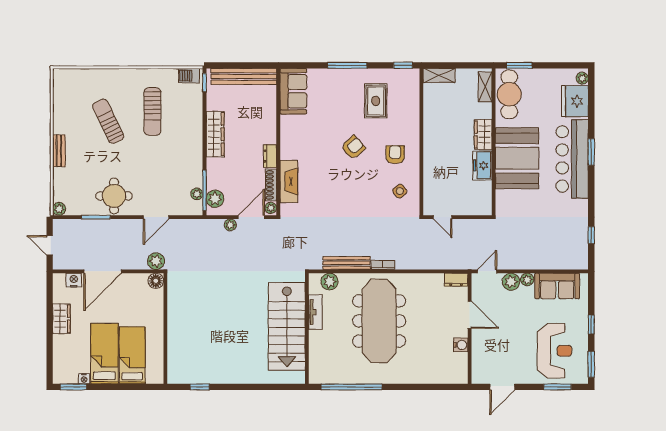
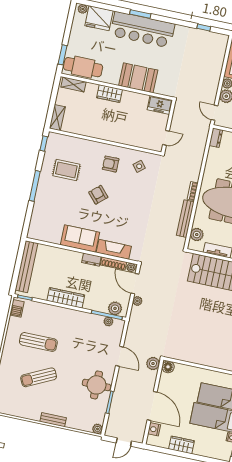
sofa: (293, 91) -> (80, 239), moved
booth: (517, 158) -> (138, 78), width x0.73, depth x0.70
freezer: (482, 165) -> (160, 105), moved

